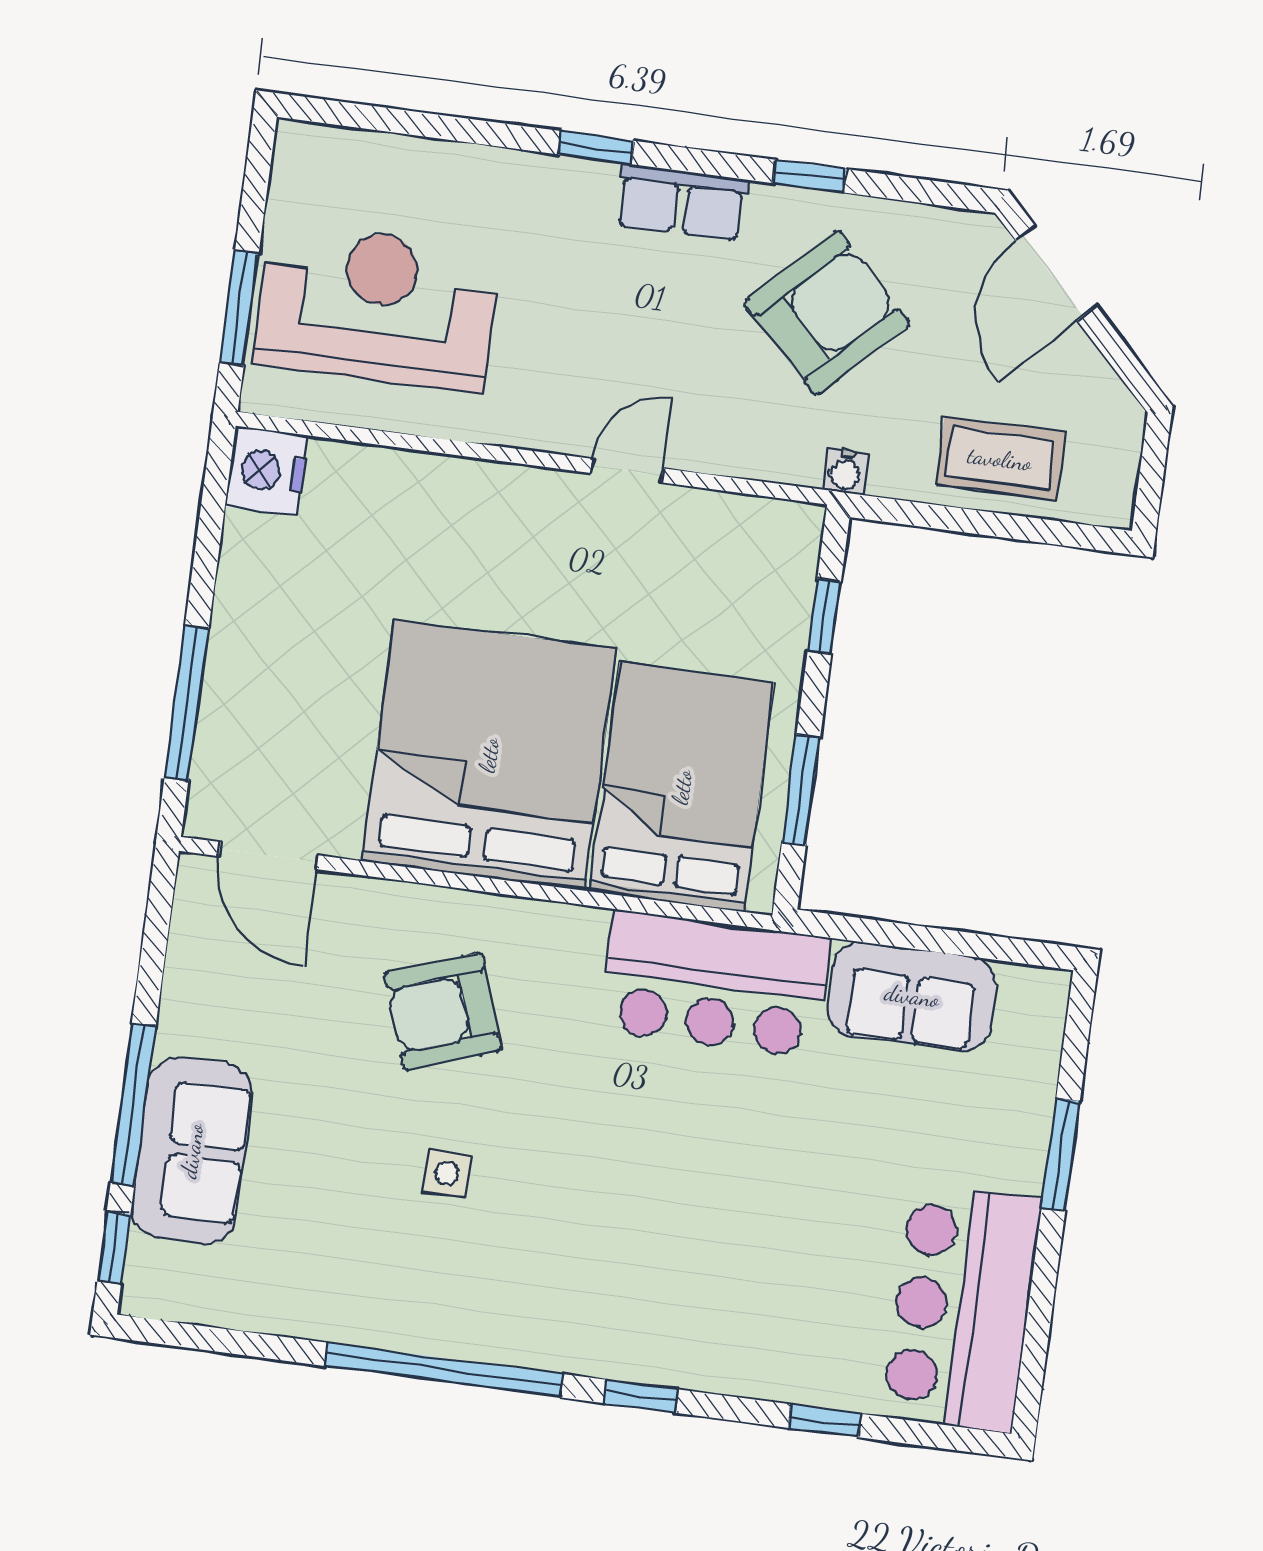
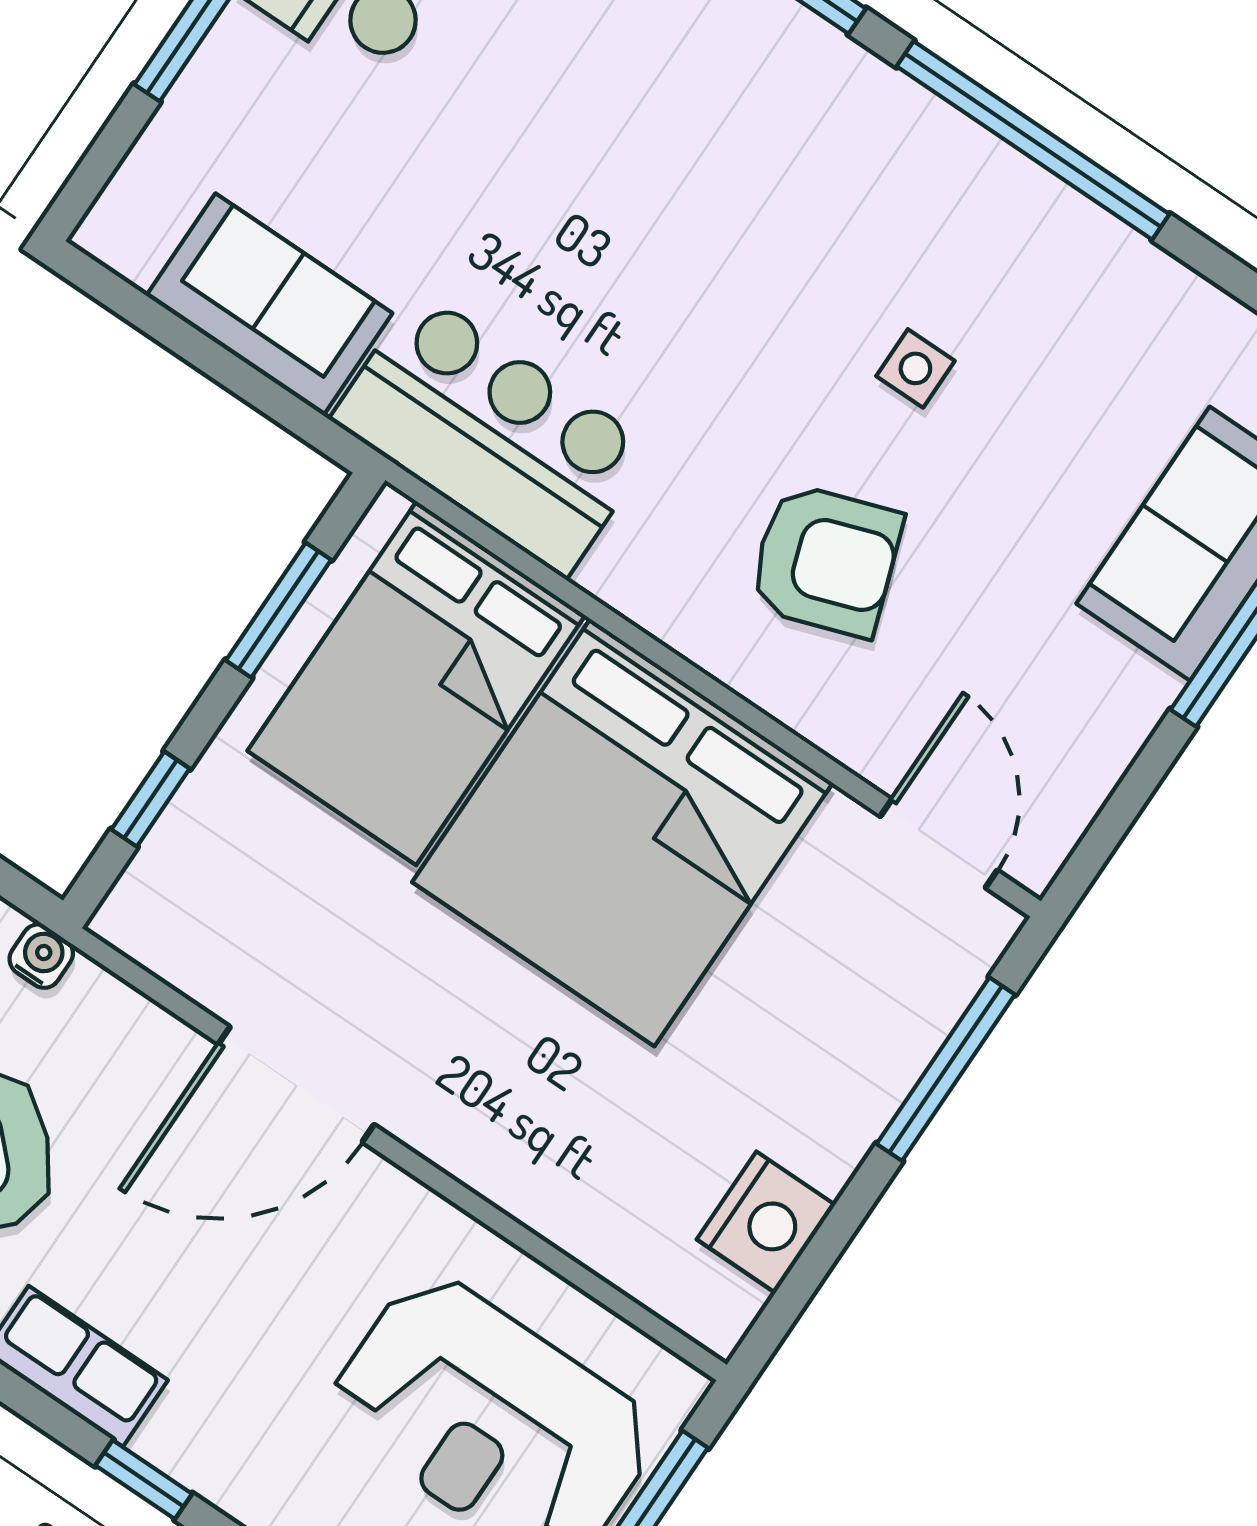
nightstand: (266, 471) -> (766, 1222), moved
door: (627, 471) -> (296, 1084), width x1.88

